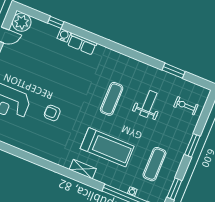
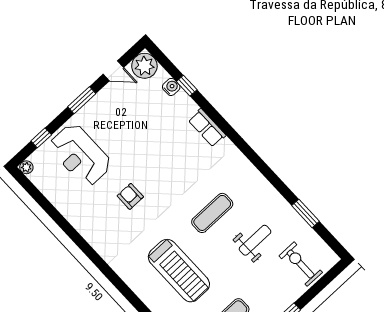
water cooler: (64, 35) -> (171, 87), moved
exercise bike: (186, 106) -> (301, 264), width x1.38, depth x1.39
shelving: (83, 169) -> (136, 284), removed

